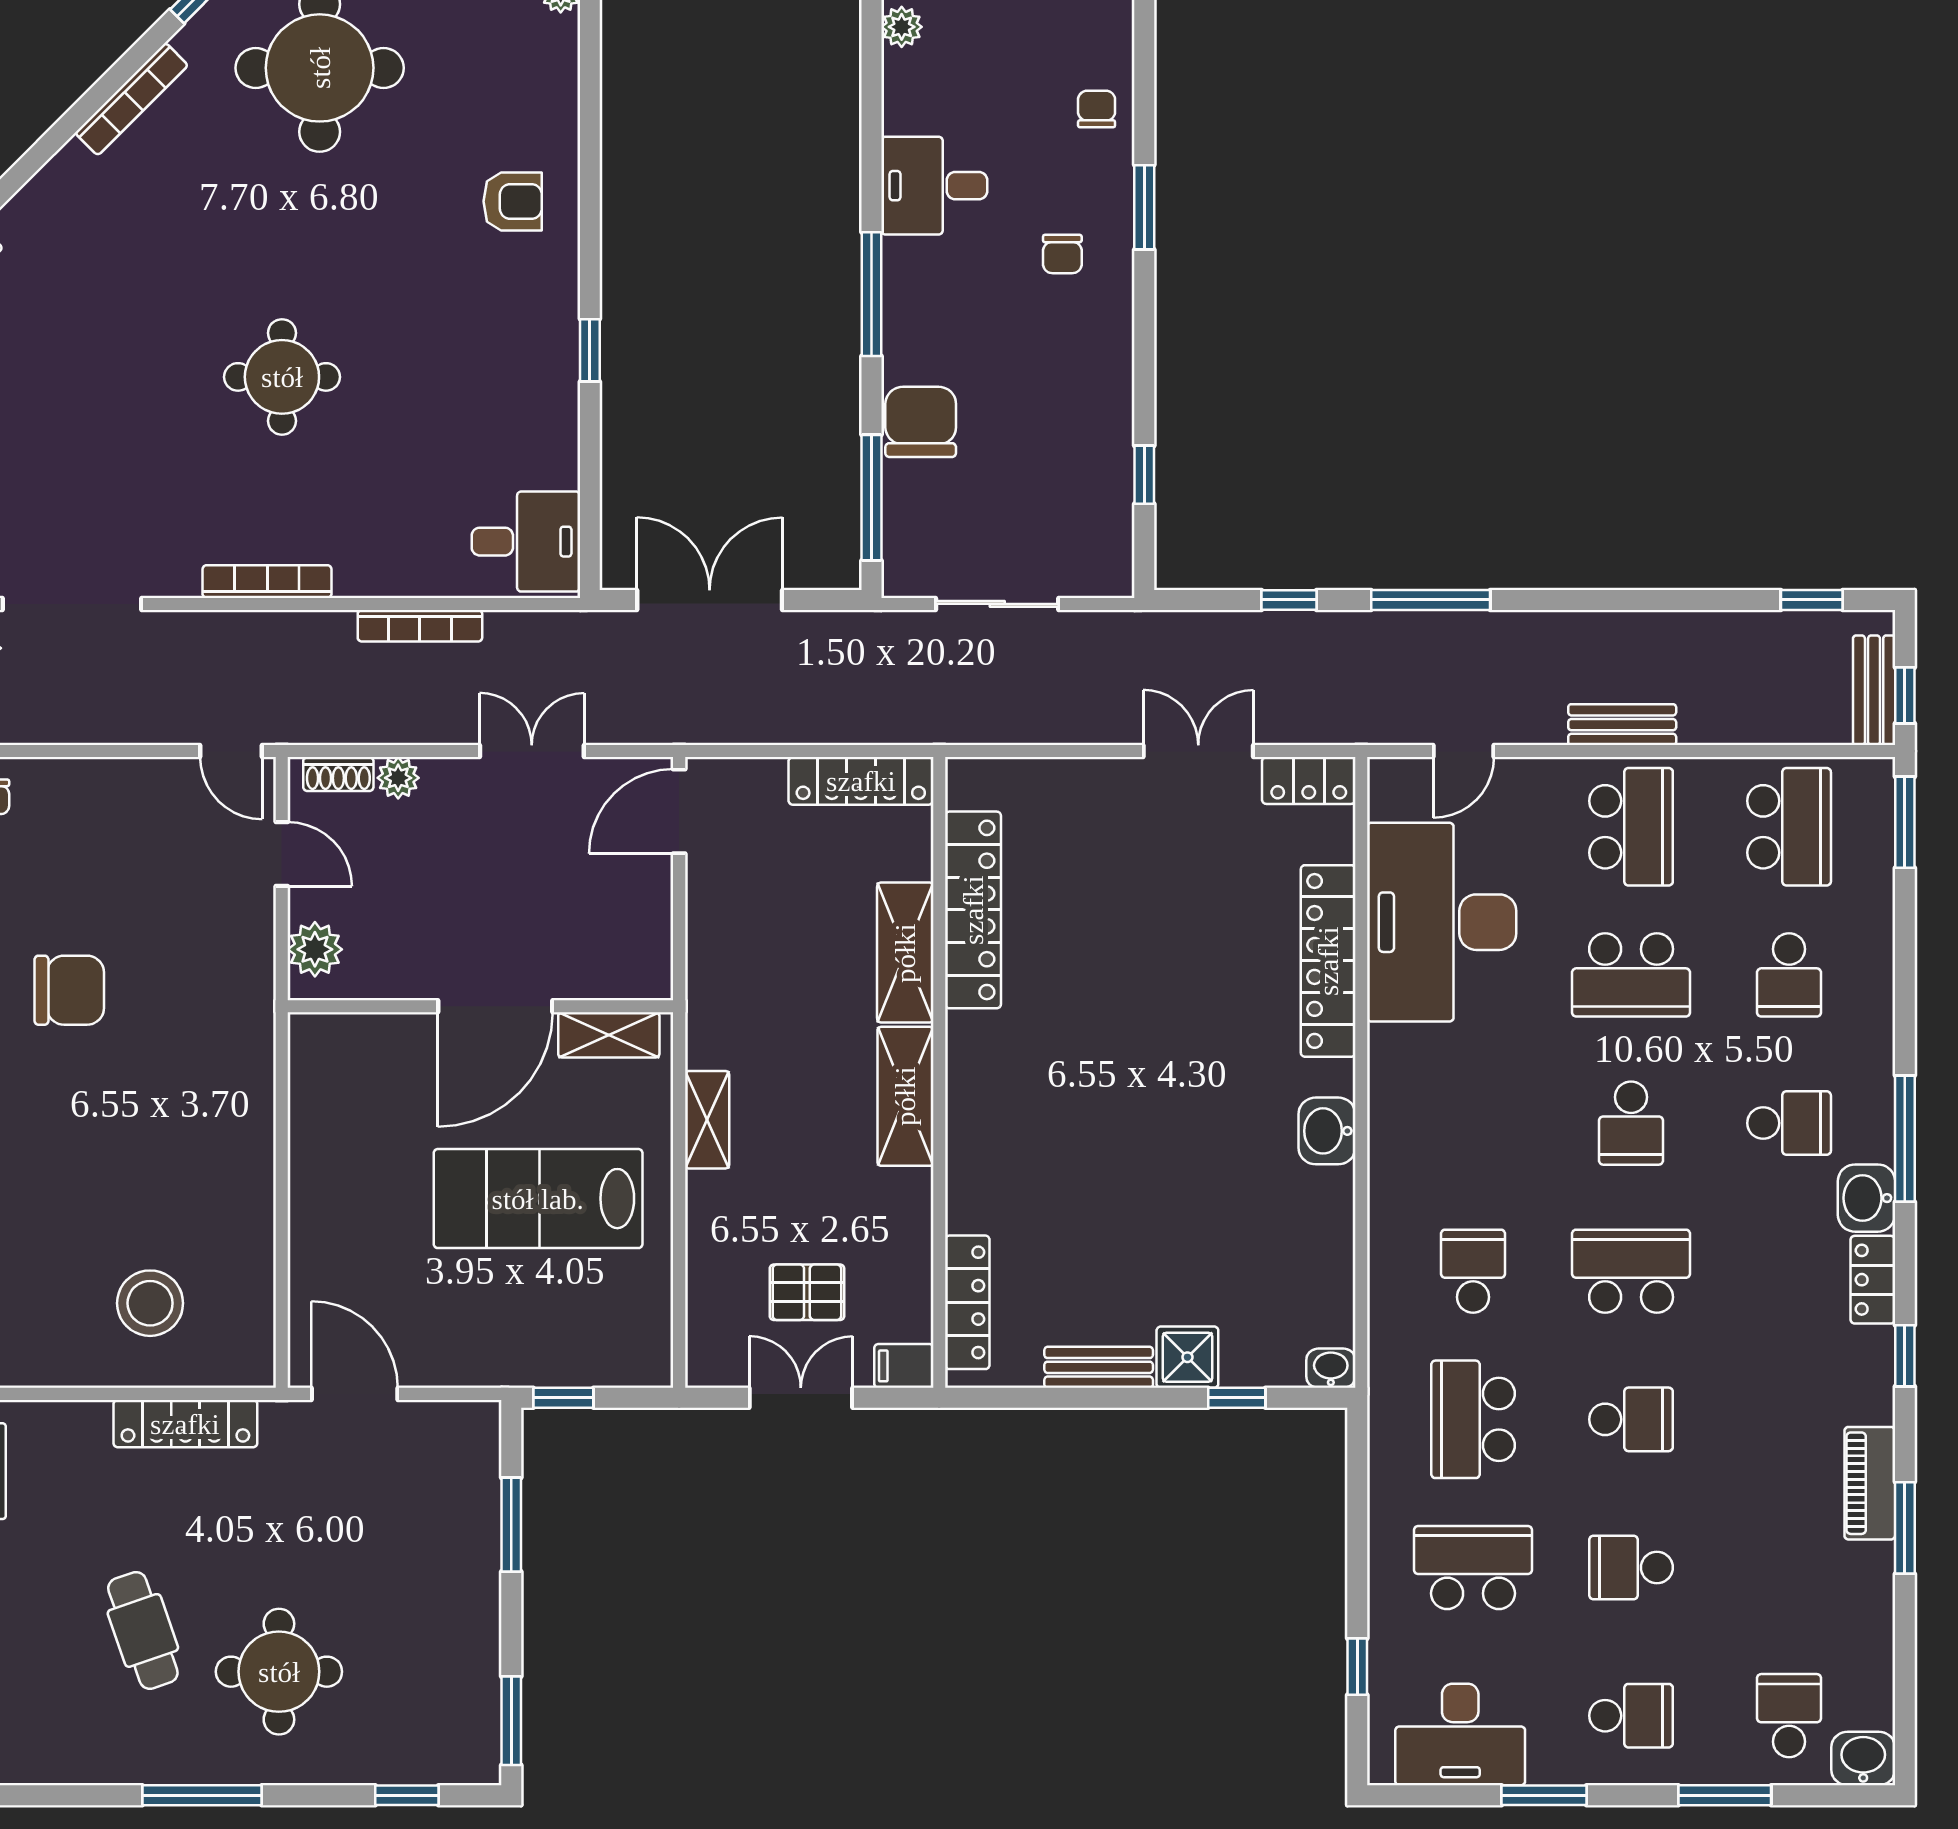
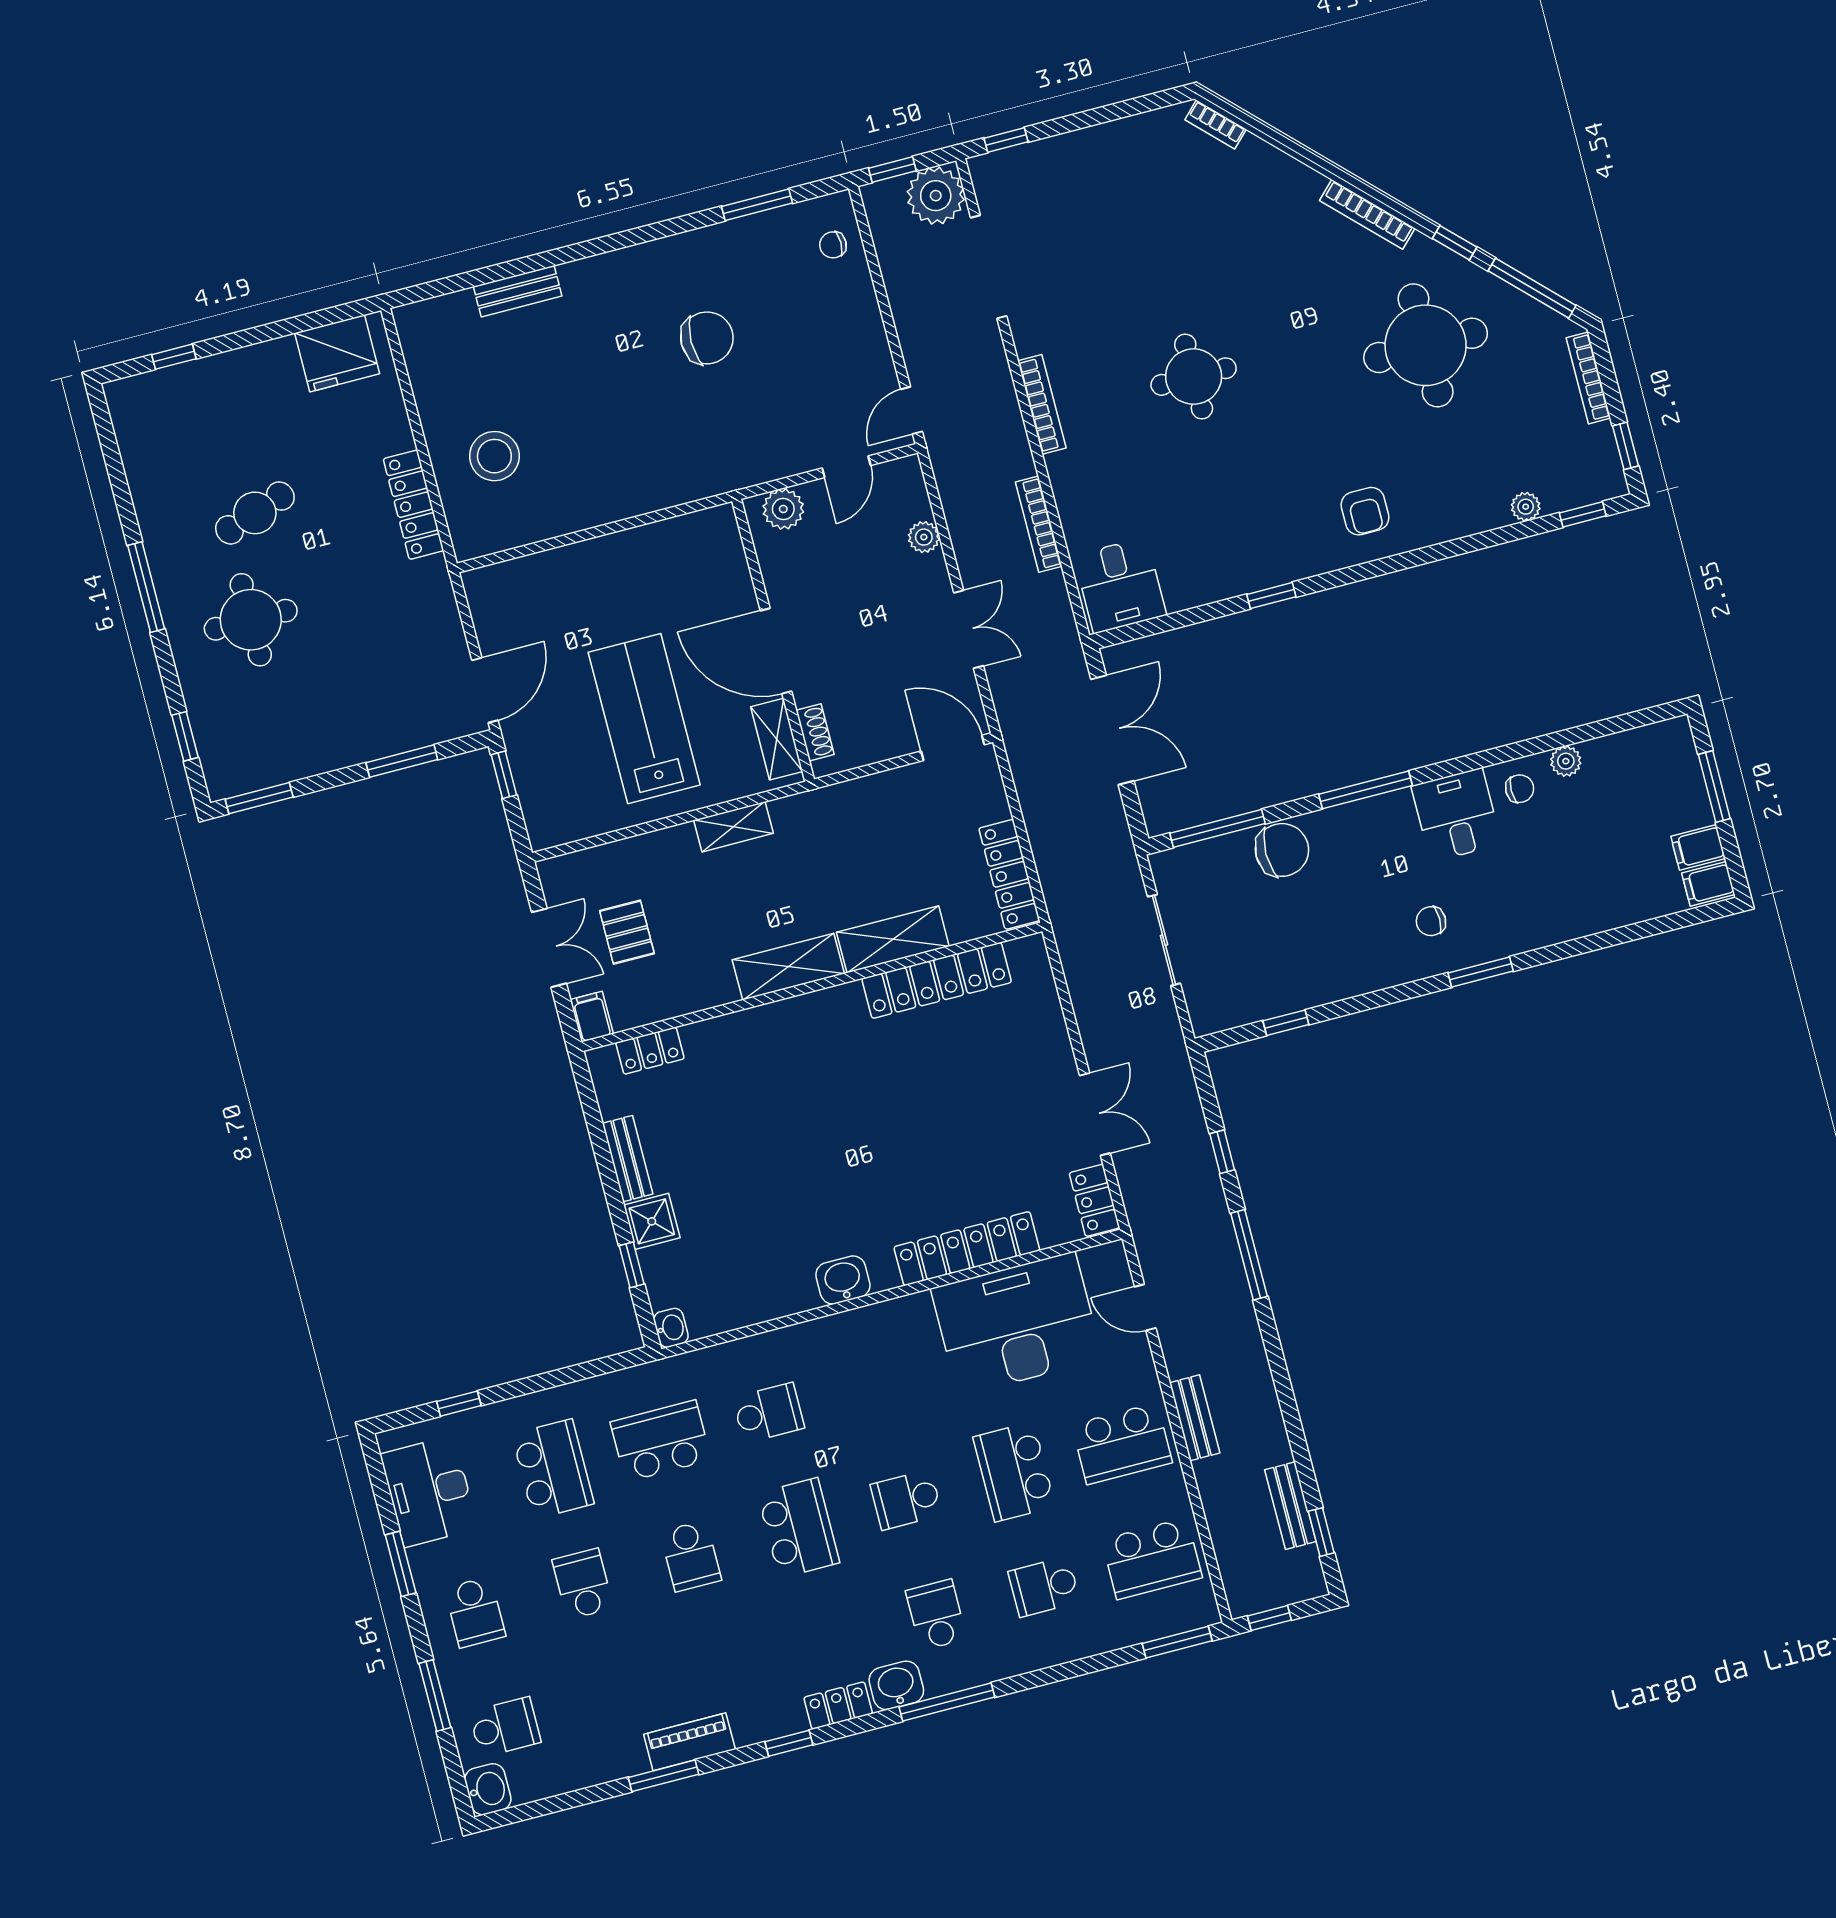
chair: (1097, 109) -> (1520, 789), moved
bench: (1874, 690) -> (1290, 1506), moved, turned 90
shoe rack: (338, 774) -> (815, 732), moved, turned 180
chair: (69, 990) -> (707, 338), turned -90
school desk: (1789, 1123) -> (936, 1615), turned 180
locker: (967, 1302) -> (650, 1051), width x0.66
door: (355, 1394) -> (485, 690), moved

